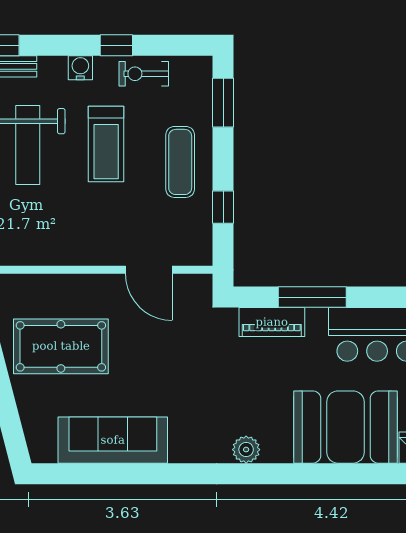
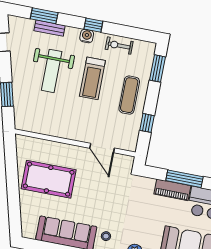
window: (116, 45) -> (93, 25), moved
piano: (272, 322) -> (172, 190), moved
stool: (187, 431) -> (106, 236), added

